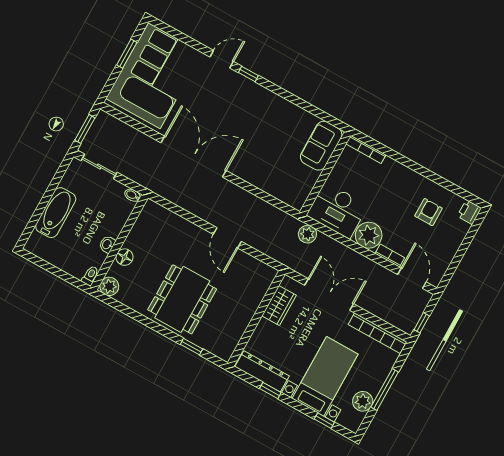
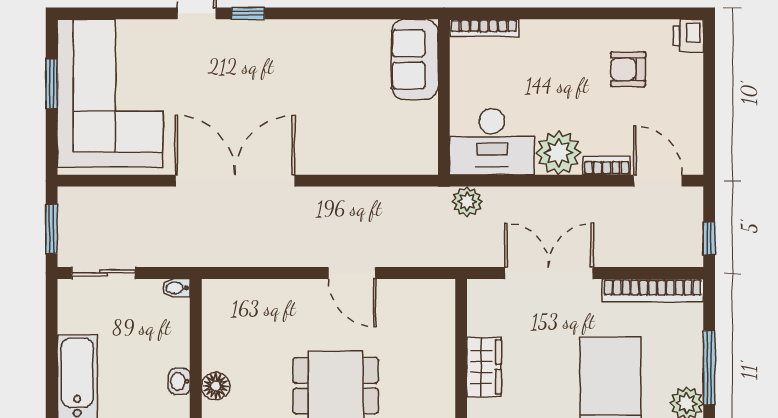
armchair: (428, 212) -> (628, 69), turned -90
wardrobe: (279, 306) -> (484, 367), moved

